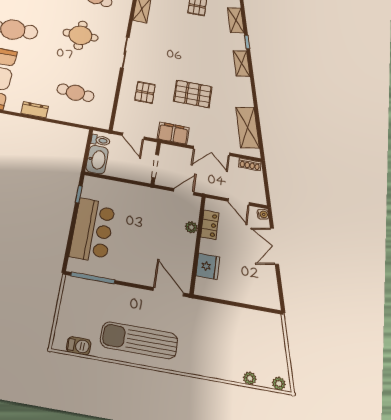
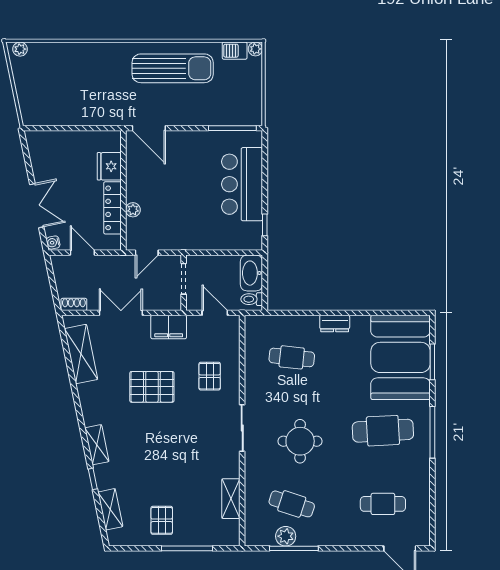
locker: (210, 225) -> (112, 208), width x1.53
plant: (250, 378) -> (255, 49), moved

